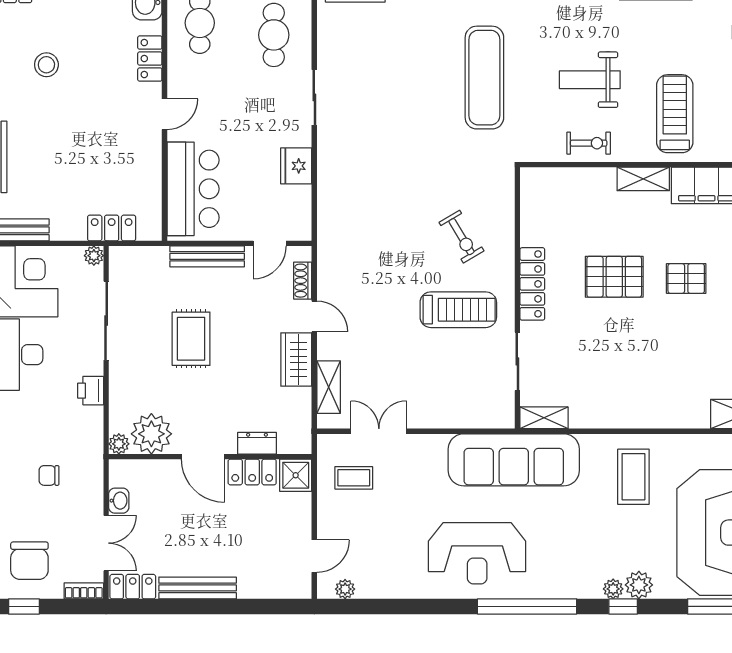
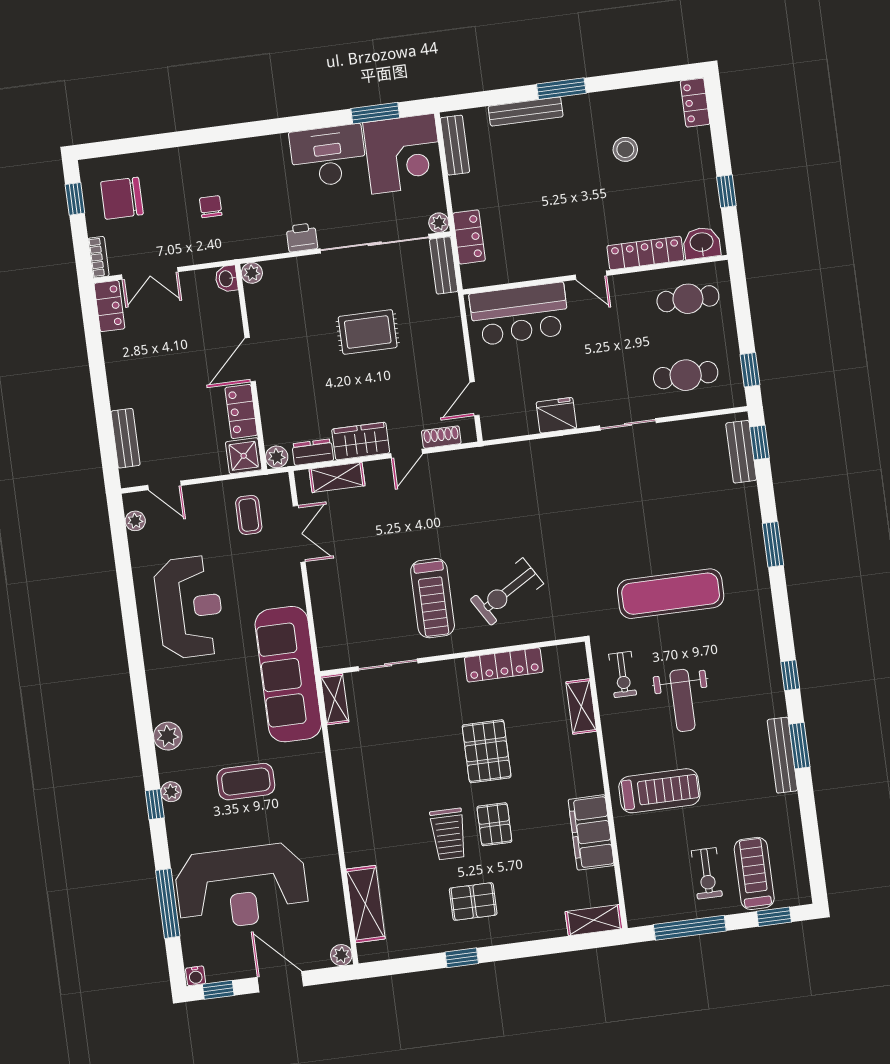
locker: (150, 59) -> (645, 253), width x1.53
weight bench: (590, 80) -> (682, 700), turned 180
exercise bike: (589, 143) -> (623, 675), moved
shelving: (643, 179) -> (581, 707), moved
exercise bike: (462, 237) -> (507, 592), width x1.38, depth x1.39
door: (270, 243) -> (475, 399), hinge flipped
bench: (207, 256) -> (444, 265), moved, width x0.73
locker: (532, 284) -> (504, 665), moved
sliding door: (106, 321) -> (375, 244), width x1.36
trolley: (690, 325) -> (448, 834), added
plant: (151, 434) -> (277, 457), moved, width x0.53, depth x0.53
dresser: (257, 443) -> (313, 452), moved, turned -90
coffee table: (633, 477) -> (246, 782), moved
washbasin: (119, 501) -> (226, 279), moved, turned 90
reception desk: (477, 553) -> (189, 607), moved, turned 180
plant: (639, 585) -> (168, 736), moved
bench: (198, 588) -> (125, 438), moved, width x0.73
window: (527, 606) -> (142, 707), removed

